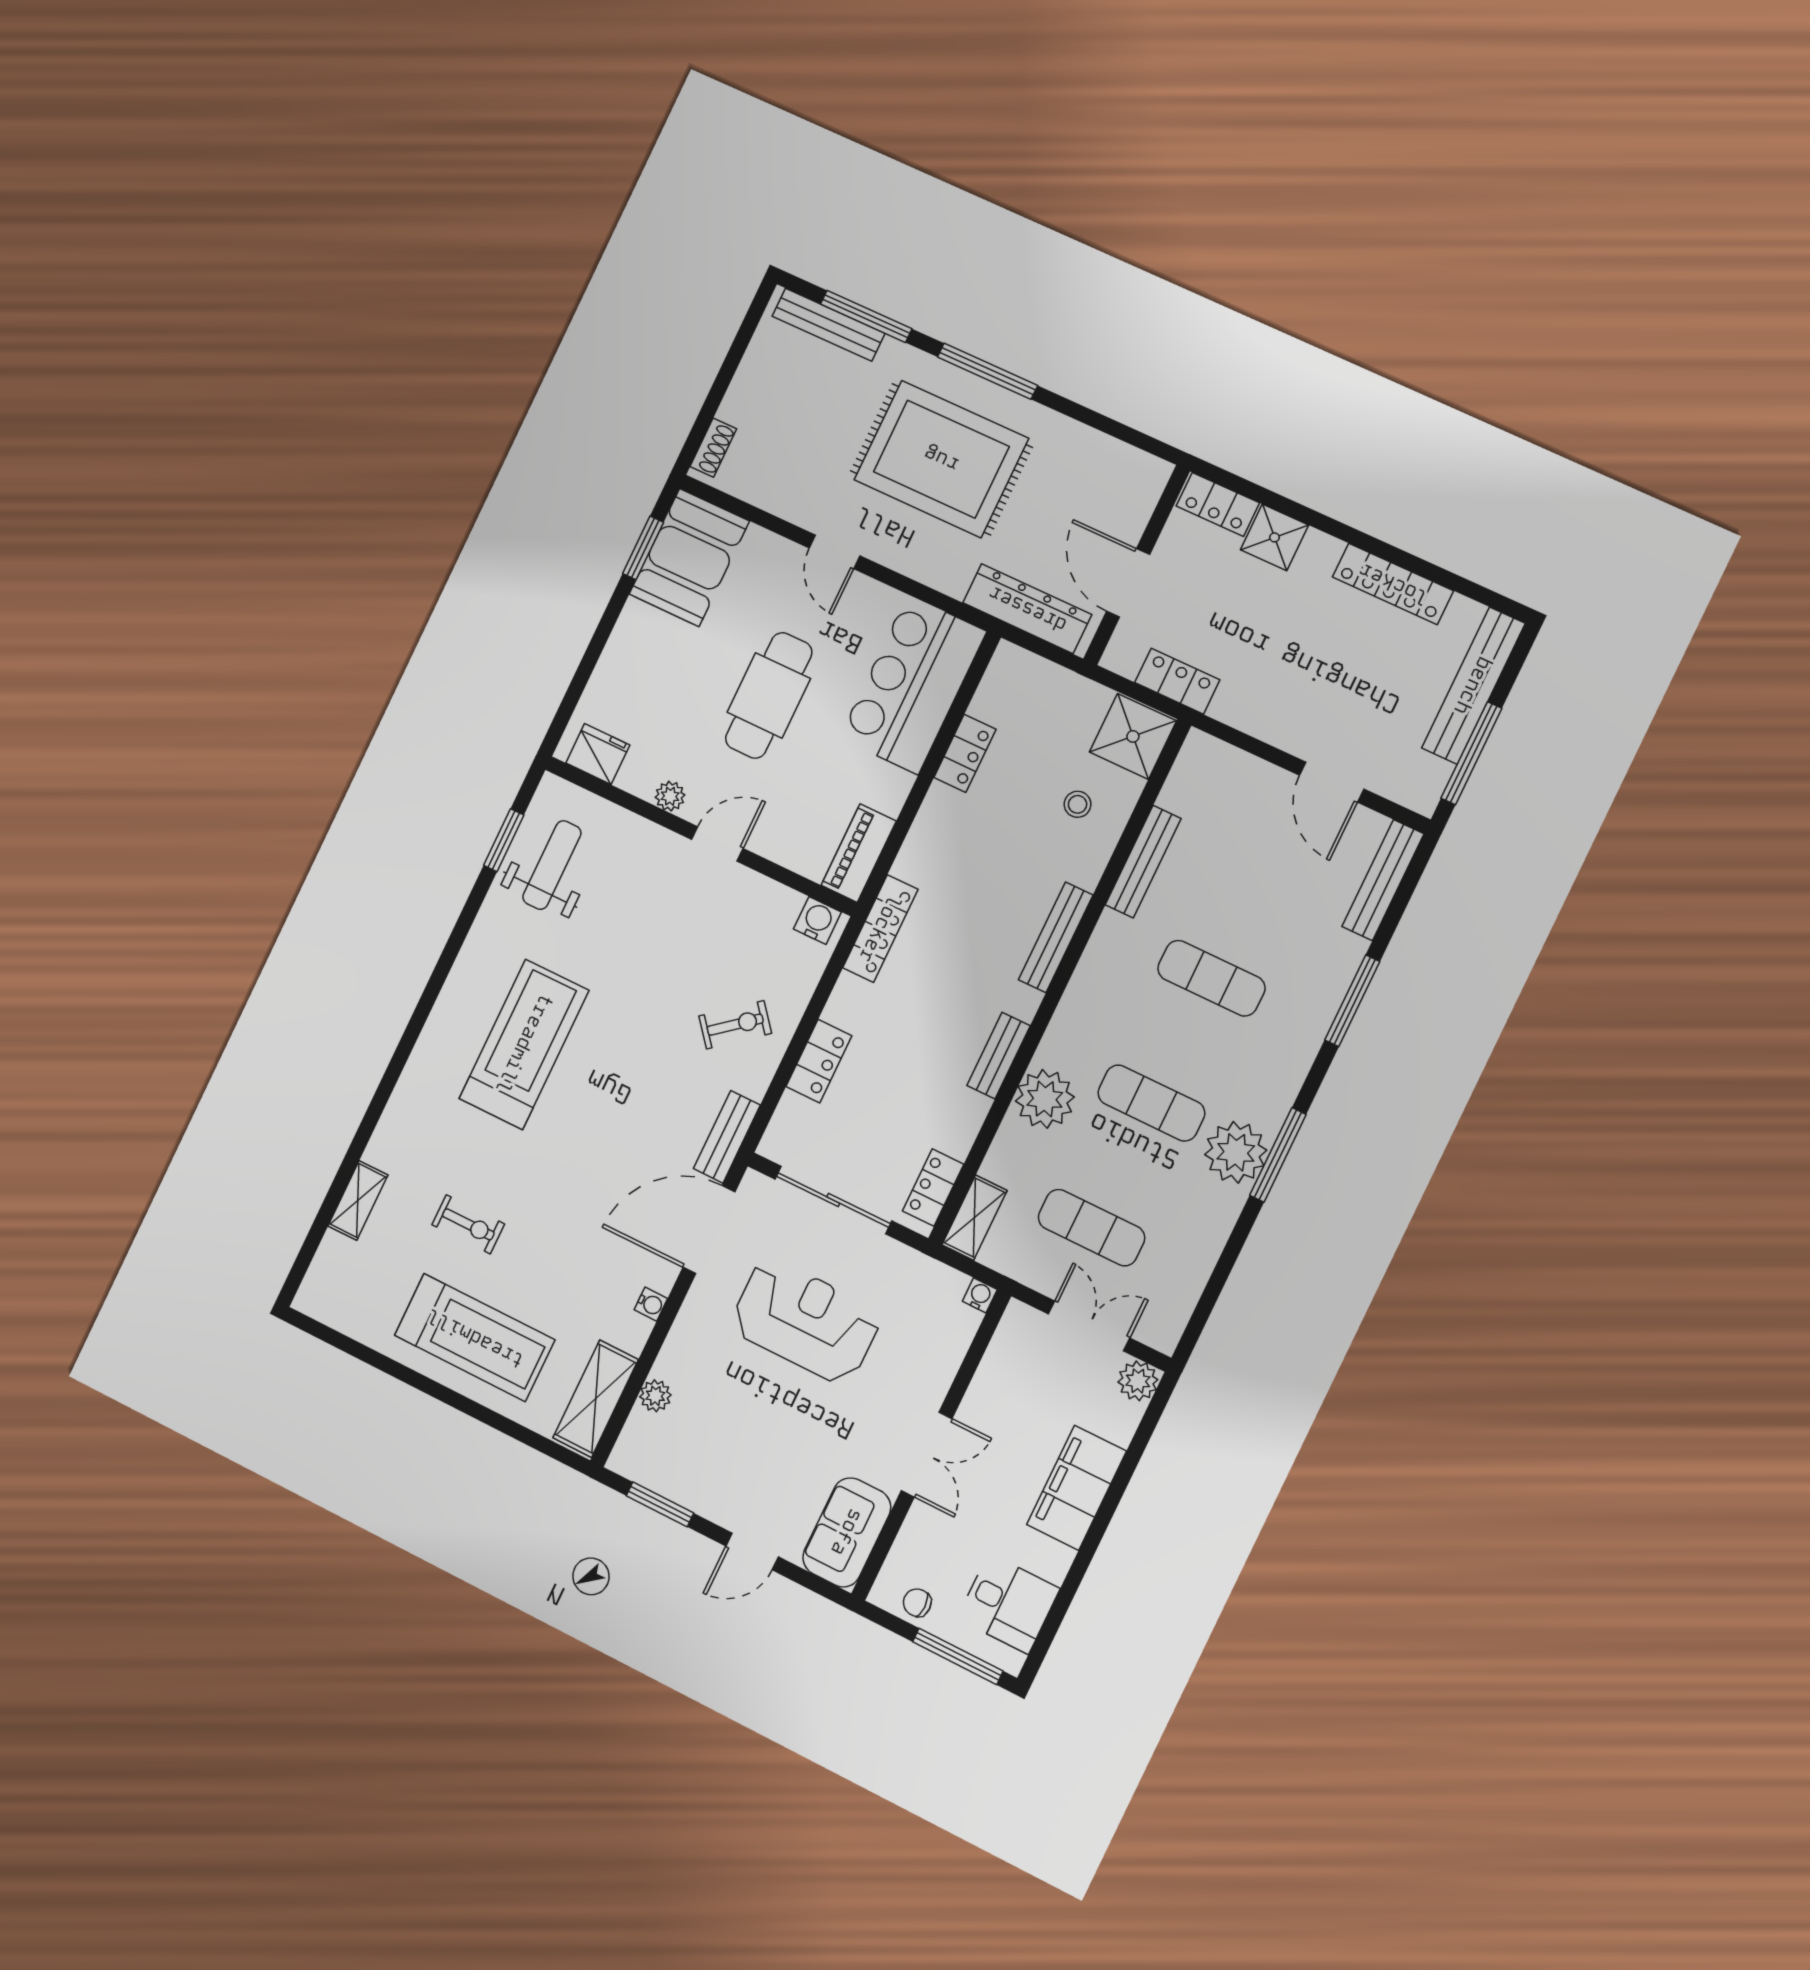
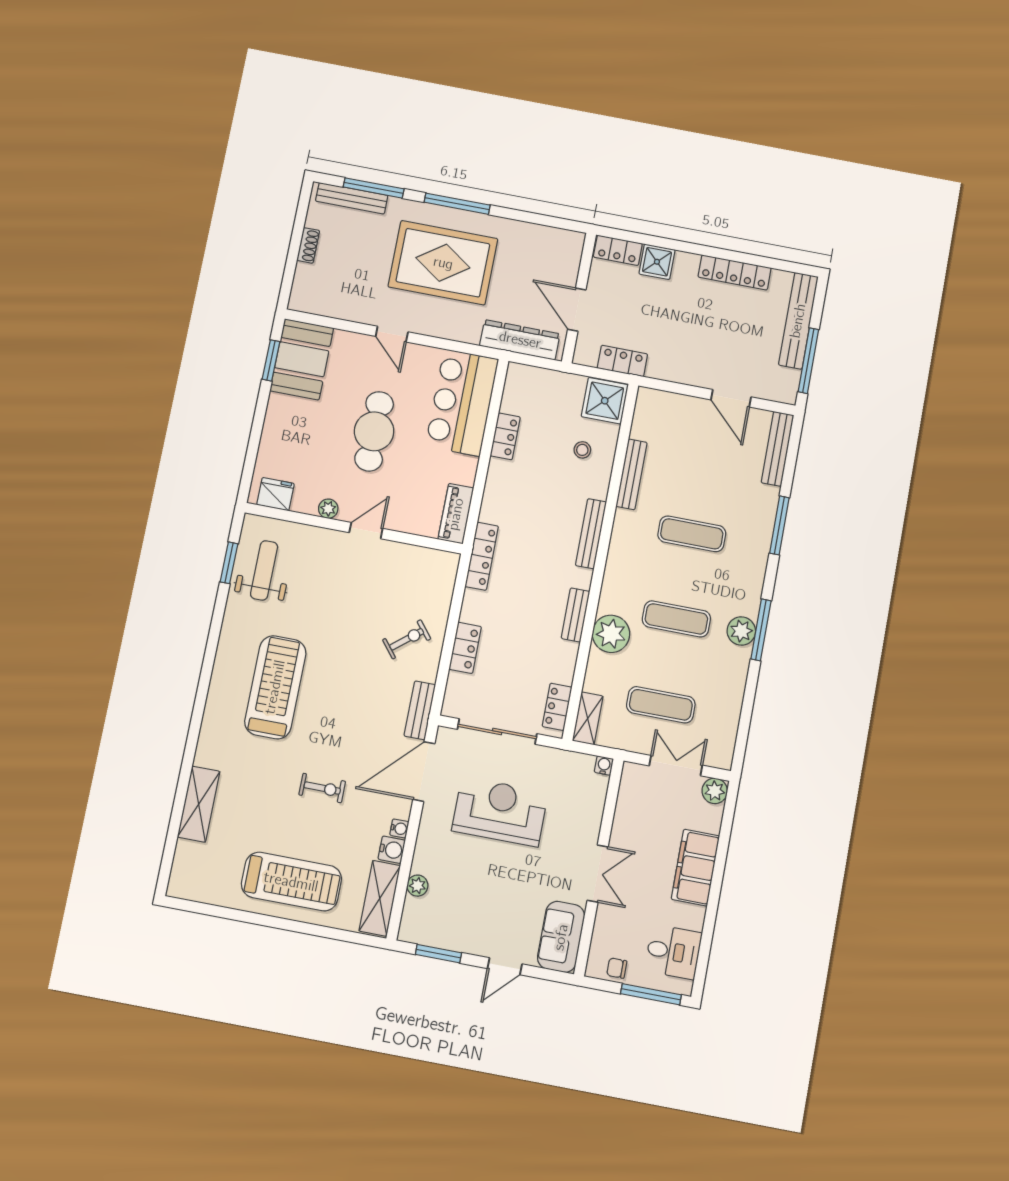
shoe rack: (713, 448) -> (308, 245), moved
water cooler: (817, 920) -> (392, 850), moved, turned 90
plant: (1236, 1152) -> (741, 631), width x0.73, depth x0.73
shelving: (358, 1200) -> (199, 804), width x1.50, depth x1.33
exercise bike: (468, 1224) -> (322, 788), moved

